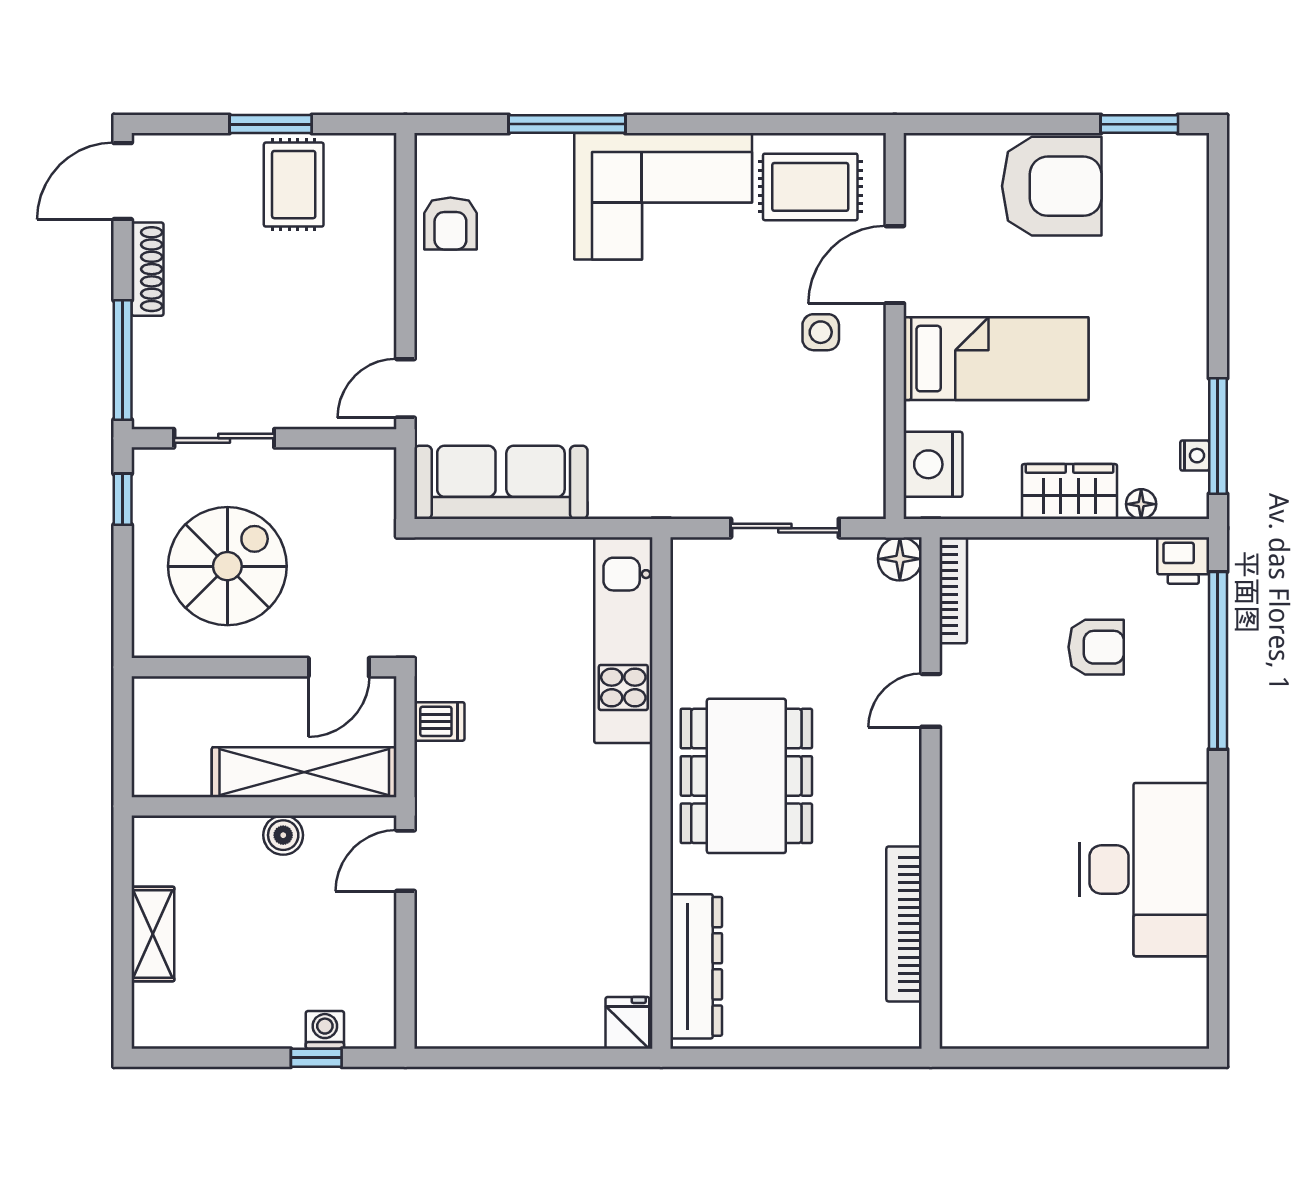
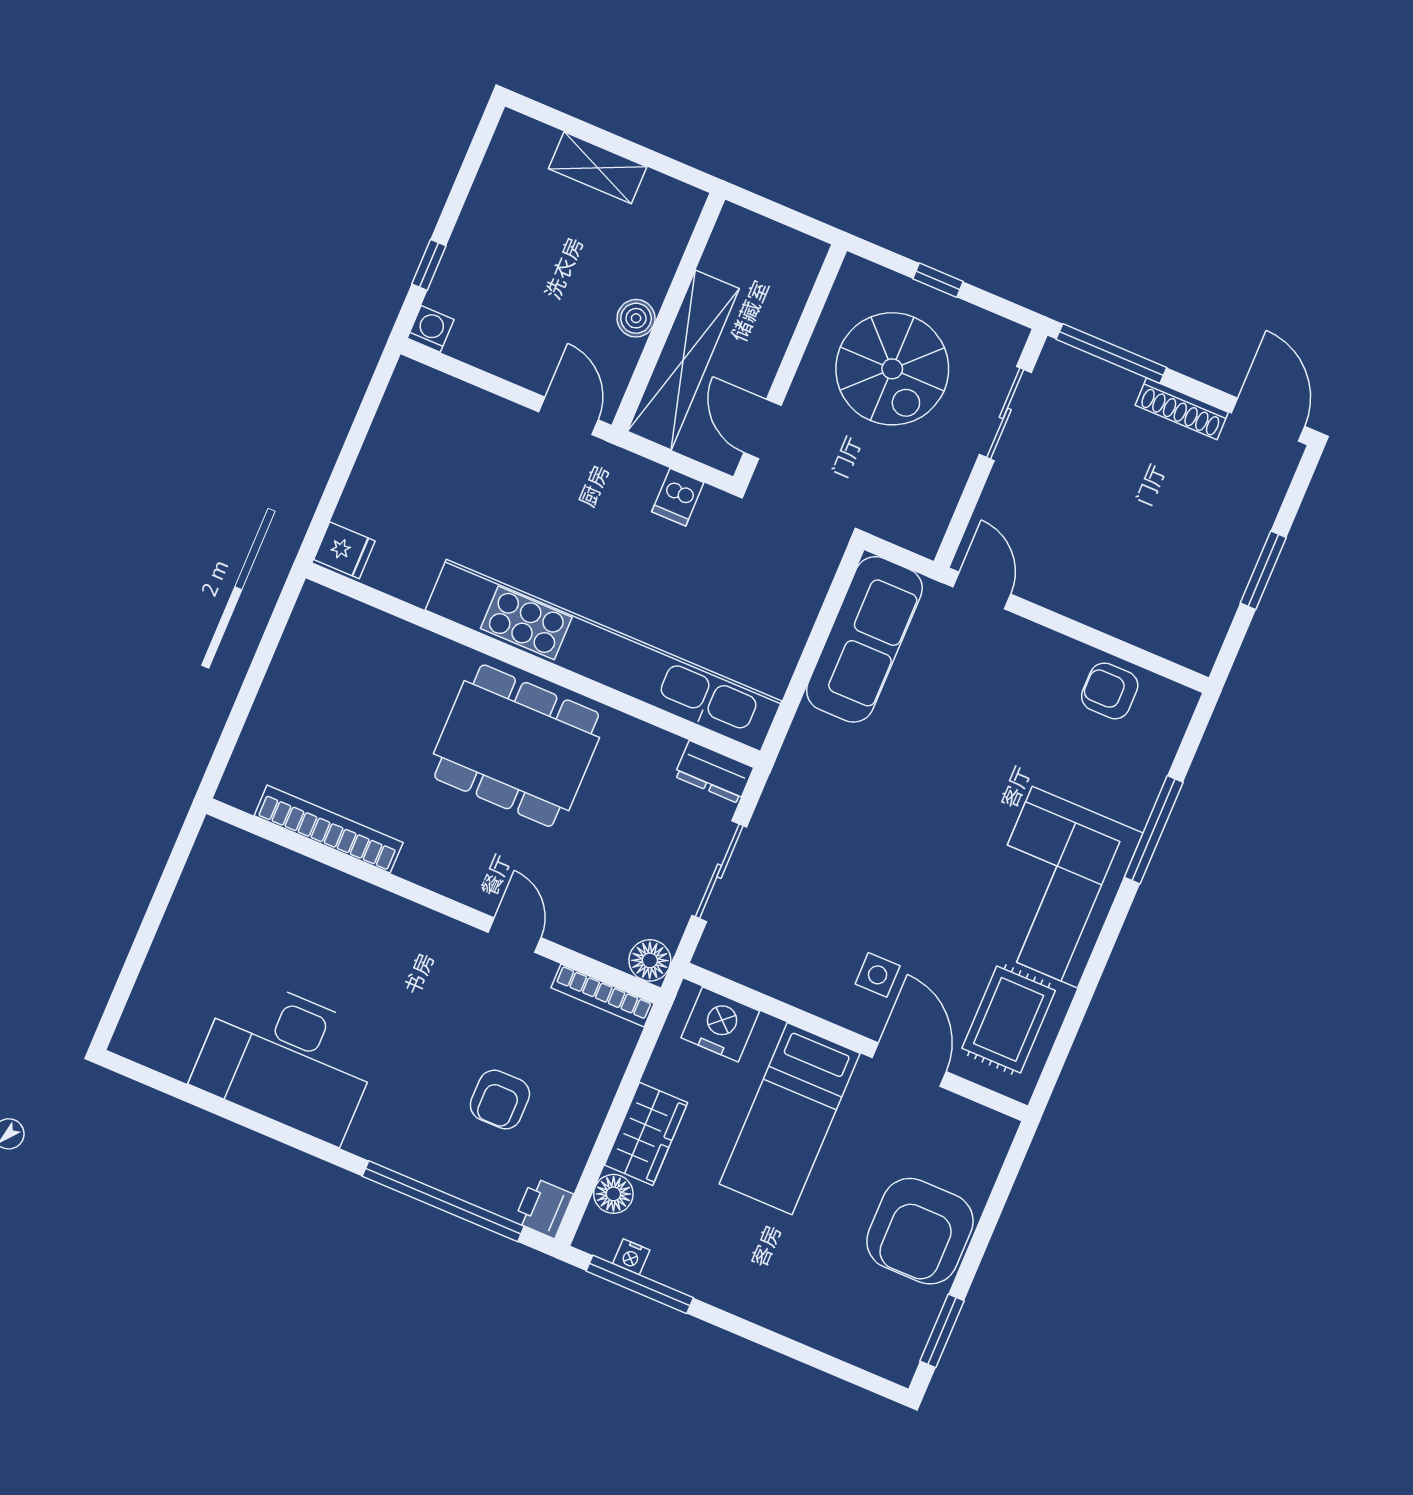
rug: (294, 185) -> (1202, 568), removed
window: (123, 499) -> (938, 280), moved
floor lamp: (1141, 504) -> (613, 1194), width x1.37, depth x1.37
kitchen unit: (623, 640) -> (603, 655), width x1.86
dresser: (696, 966) -> (714, 772), moved, width x0.51, depth x0.80
washing machine: (325, 1030) -> (431, 329), moved, turned -90

